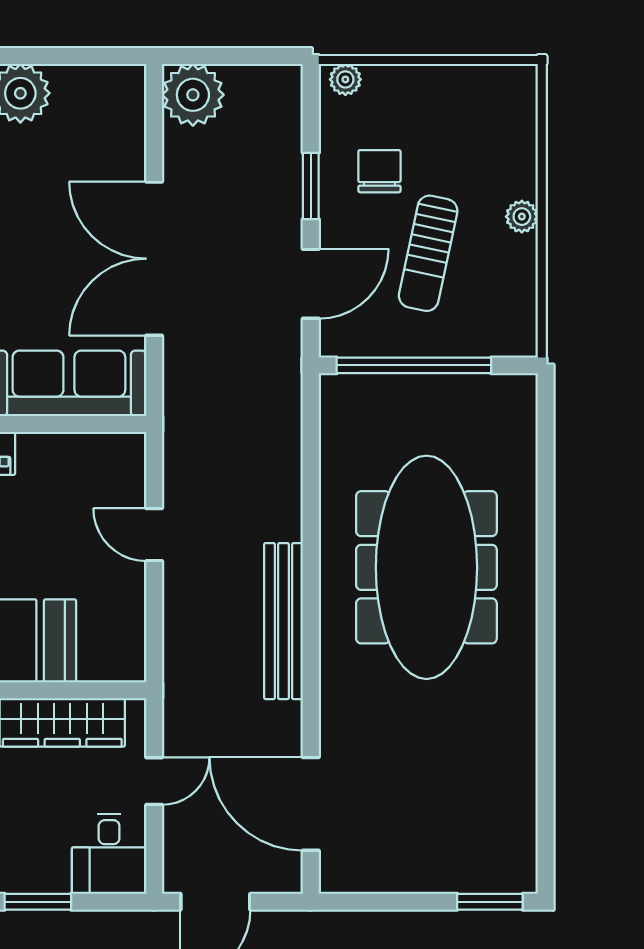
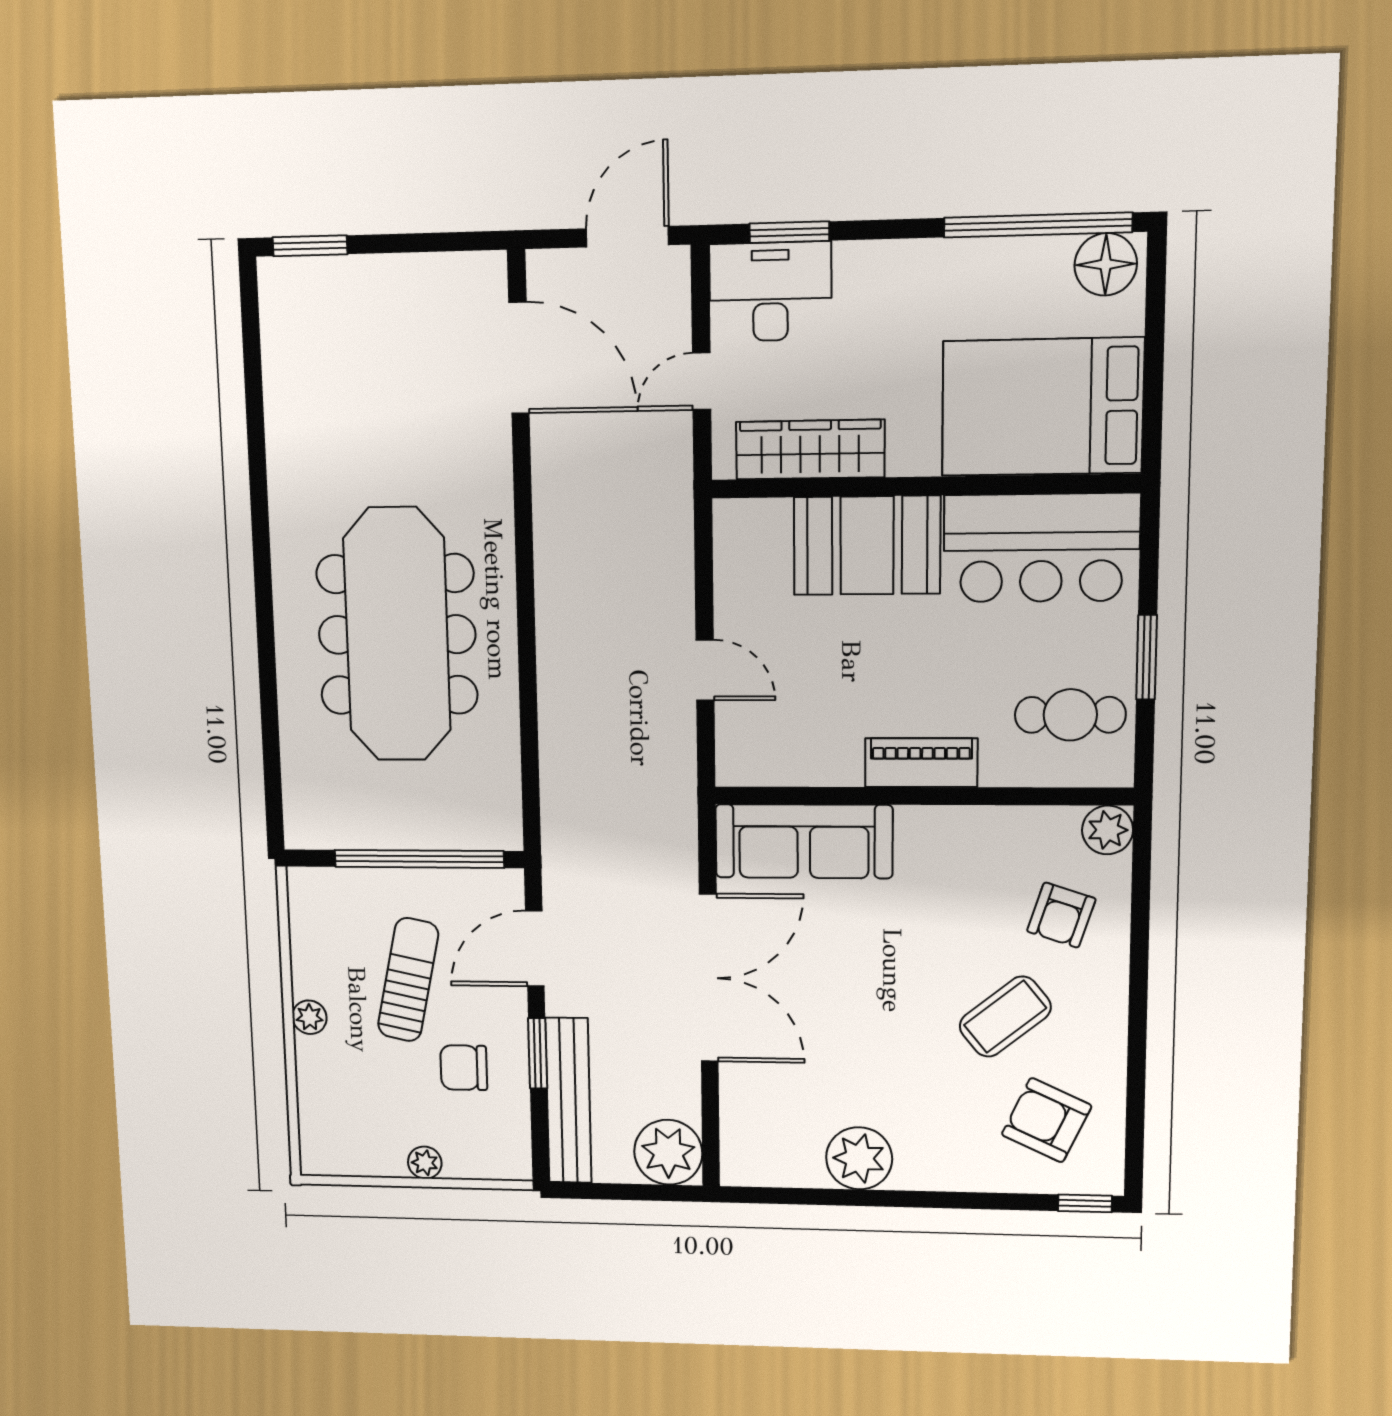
plant: (345, 79) -> (425, 1163), moved
chair: (379, 171) -> (464, 1068), turned 90
bench: (283, 621) -> (568, 1101), moved
desk: (109, 854) -> (770, 292), width x1.37
window: (38, 902) -> (789, 232), moved

